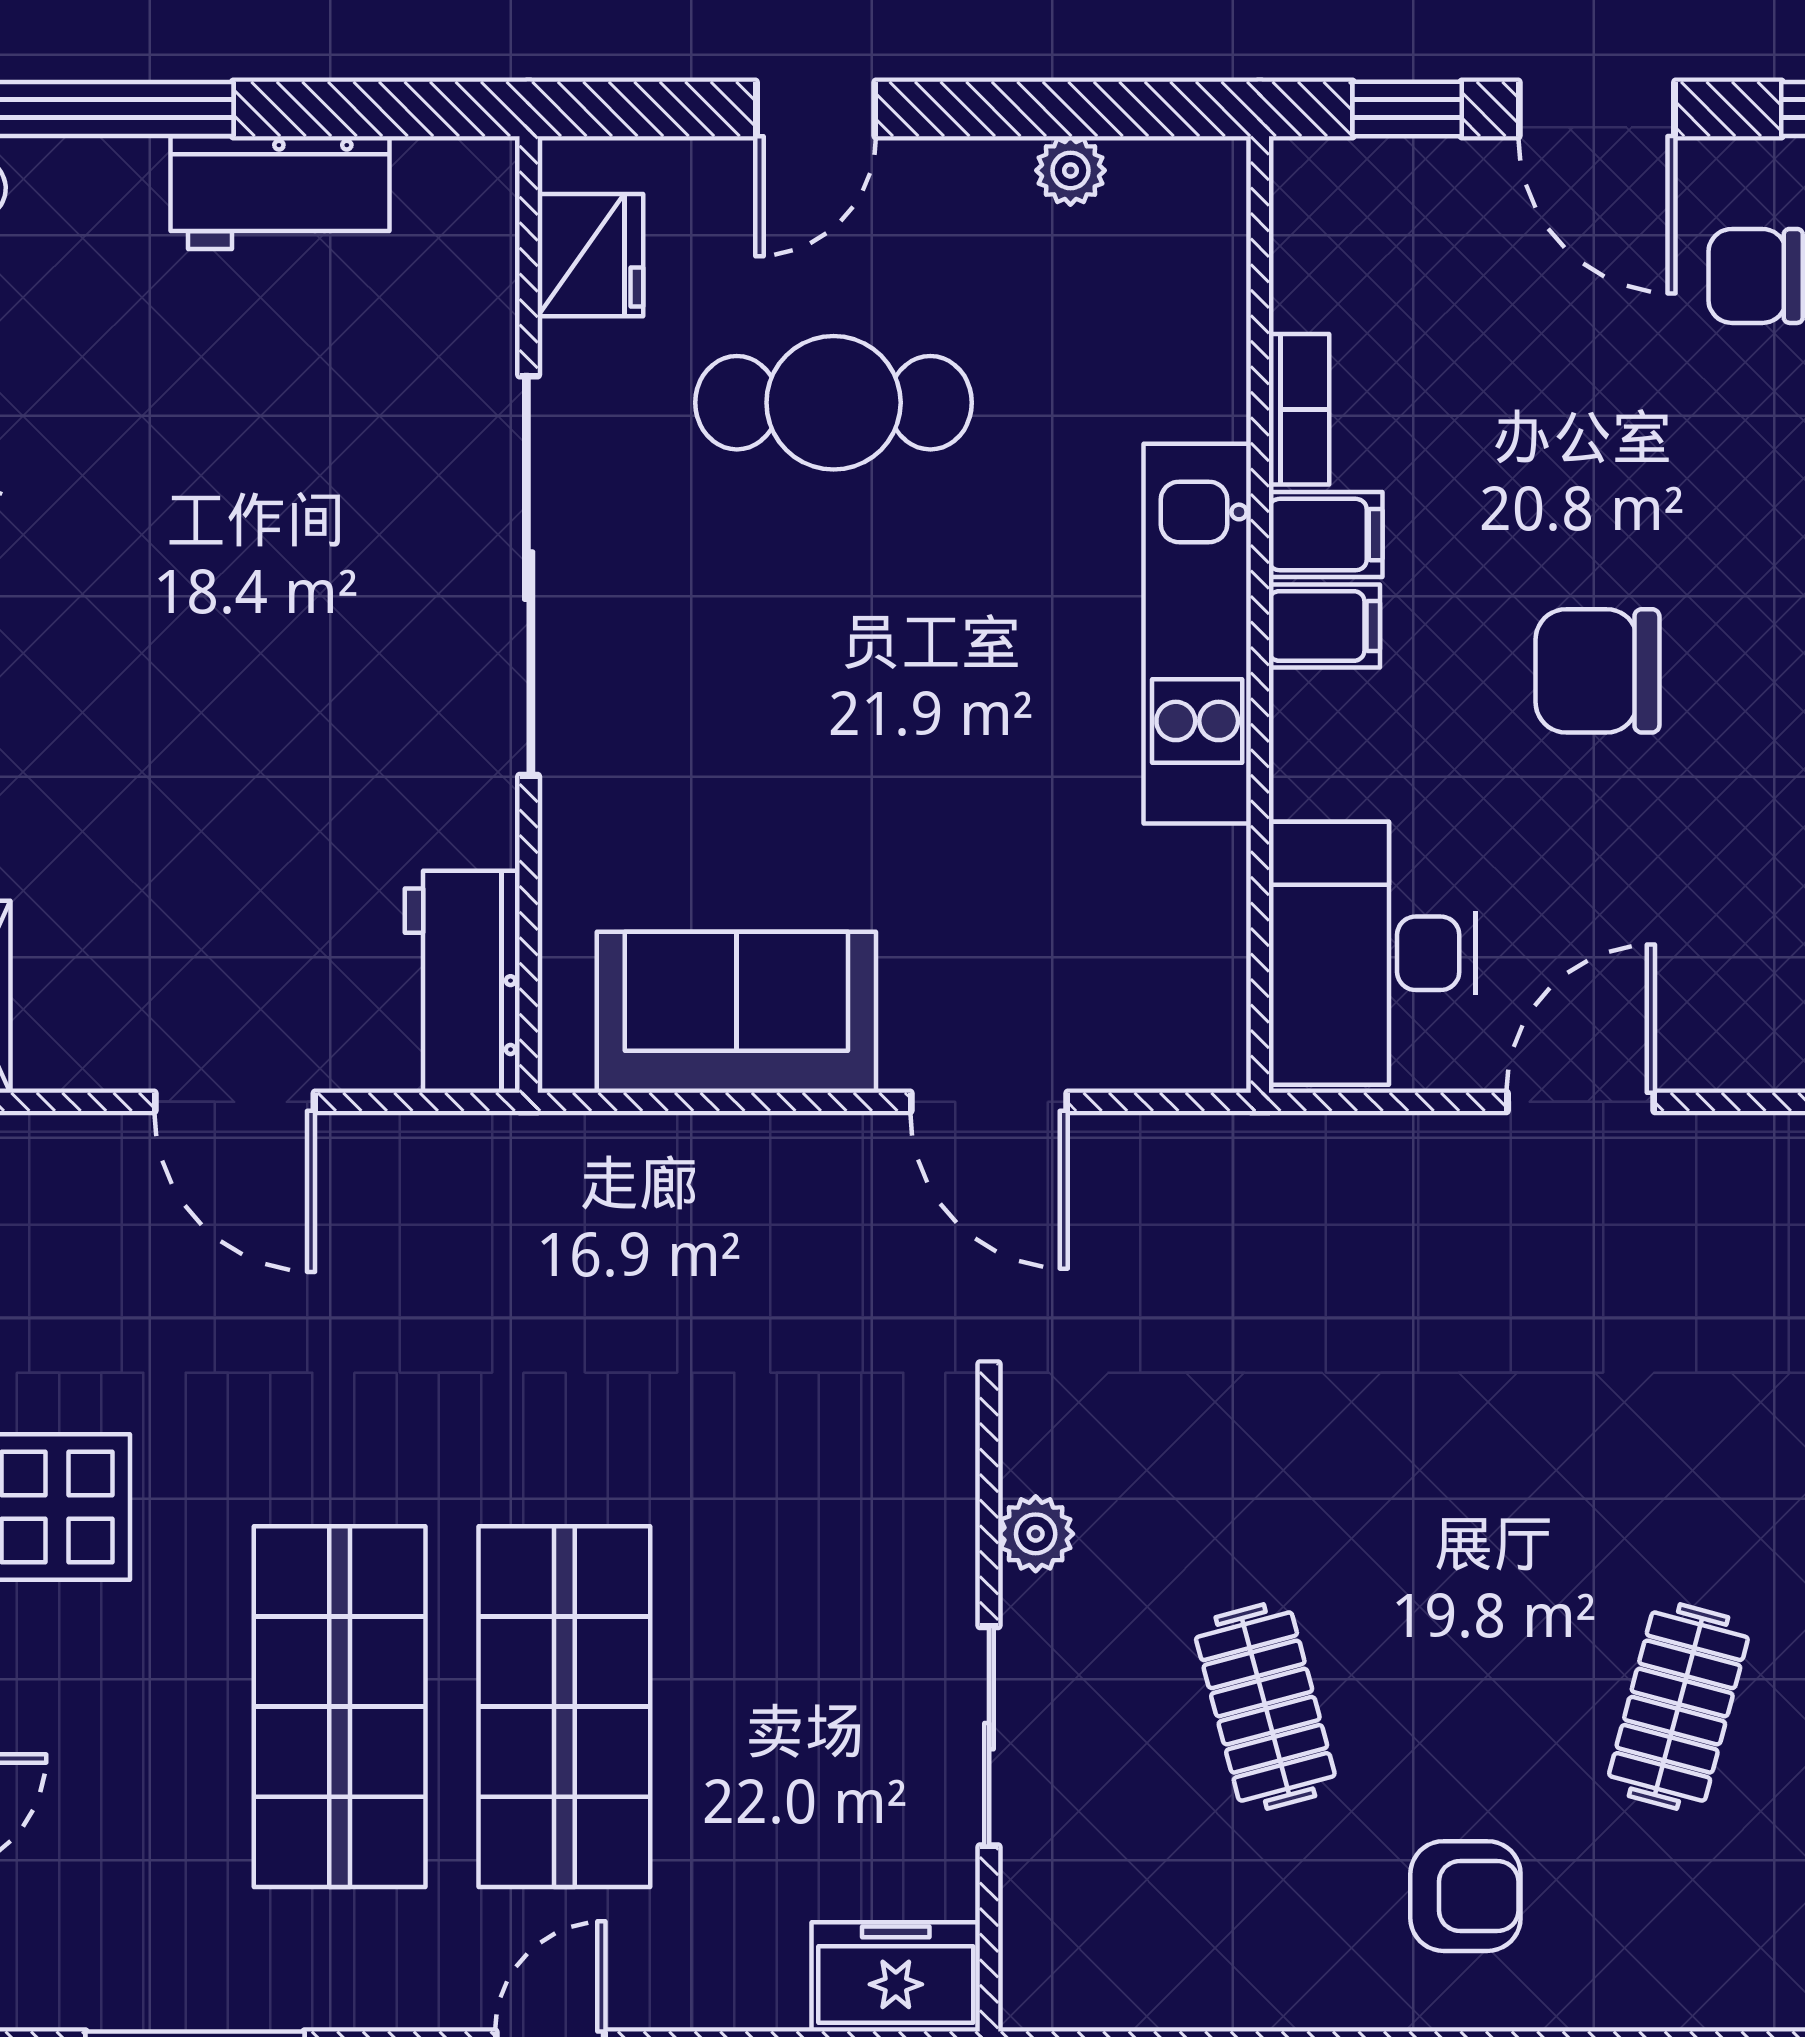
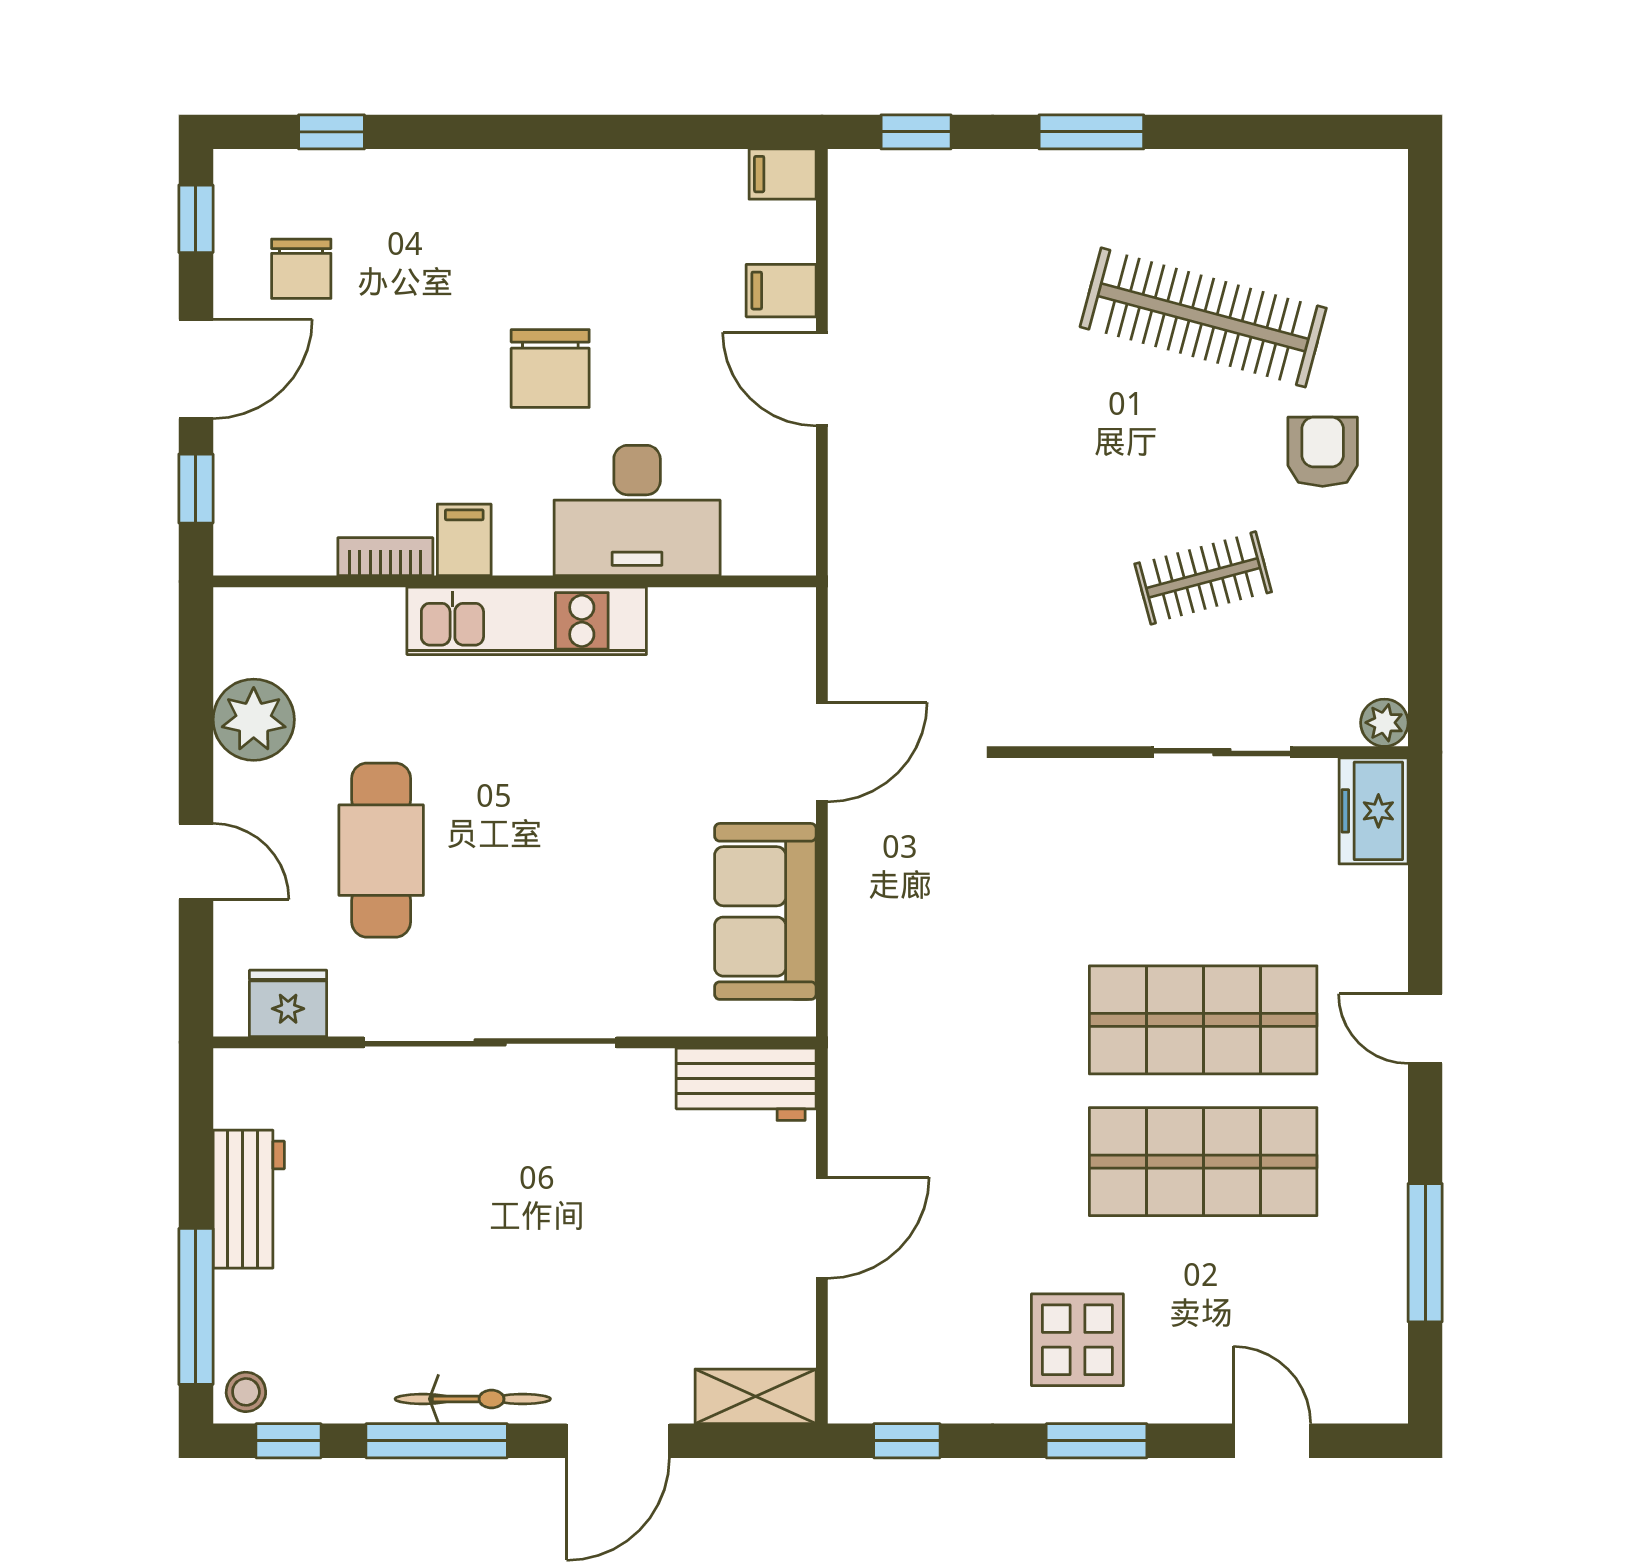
plant: (1070, 170) -> (254, 720), width x1.87, depth x1.87
filing cabinet: (1324, 626) -> (781, 291), moved, turned -90
desk: (1372, 953) -> (637, 510), moved
plant: (1036, 1534) -> (1384, 723), moved
clothes rail: (1678, 1707) -> (1203, 317), width x1.86, depth x1.31

